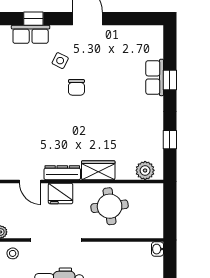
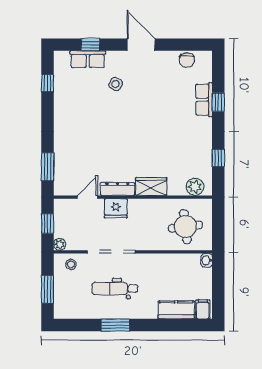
chair: (76, 87) -> (187, 60), moved
door: (30, 181) -> (87, 197), swing flipped
round table: (110, 206) -> (185, 227), moved

